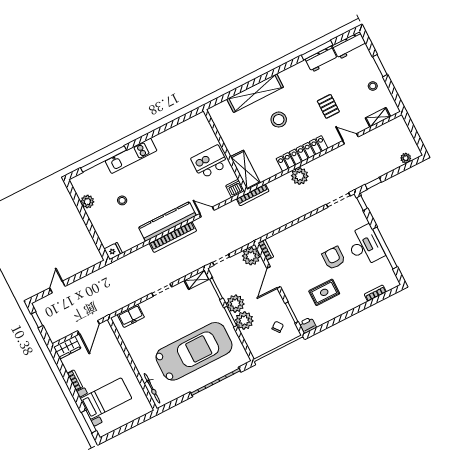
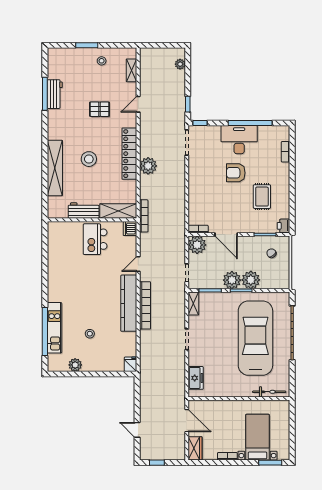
workbench: (349, 45) -> (84, 211), moved, turned -90
kitchen unit: (131, 156) -> (54, 328), moved

